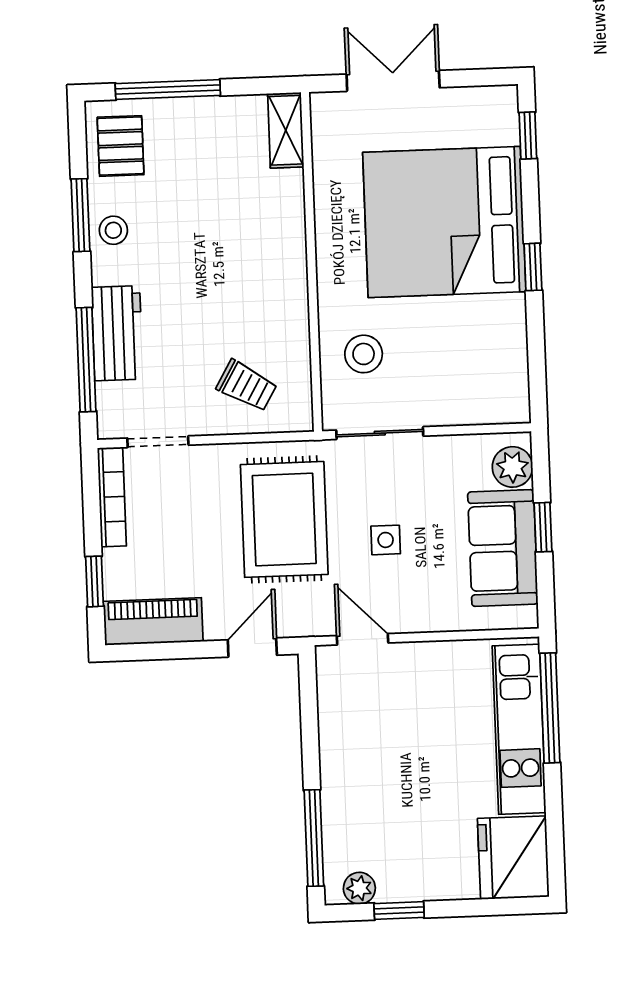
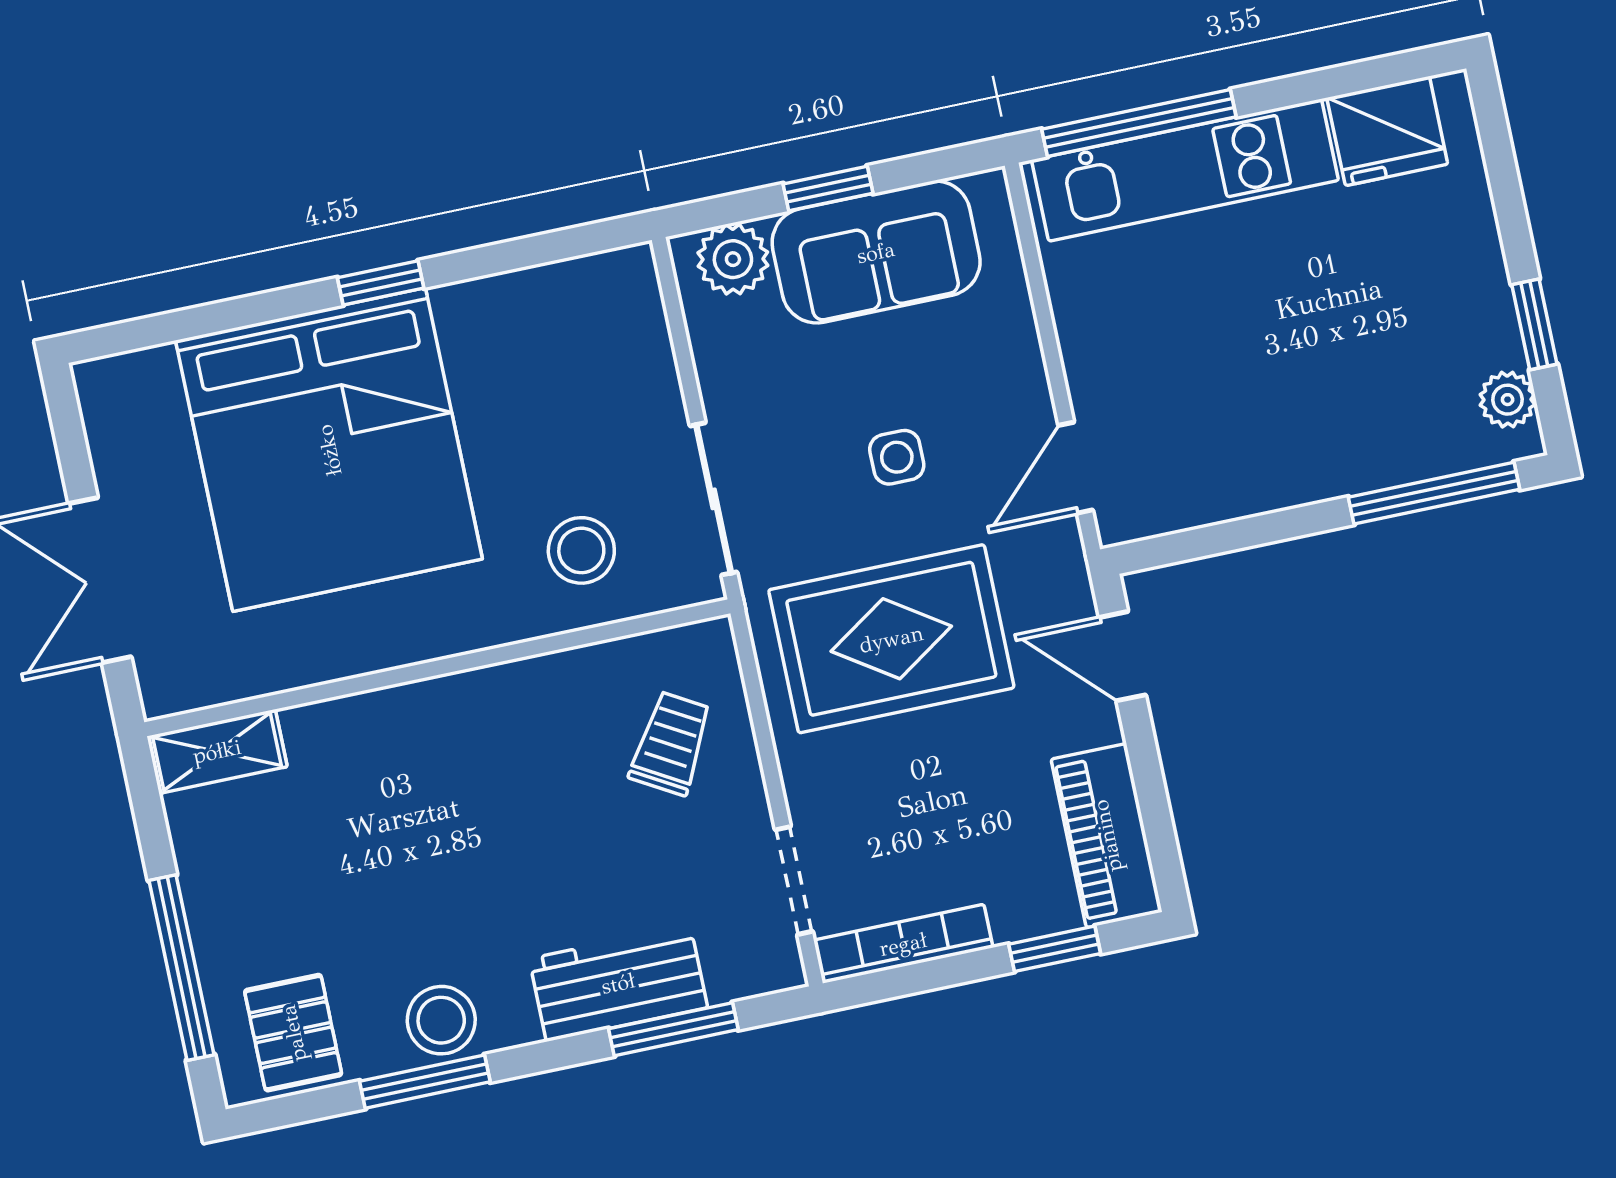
window: (528, 136) -> (155, 330), removed
pallet: (121, 146) -> (293, 1033), turned 90
stool: (113, 230) -> (441, 1020), width x1.37, depth x1.37
window: (86, 360) -> (673, 1029), width x0.69
fridge: (513, 858) -> (1387, 131), width x0.73, depth x0.75

